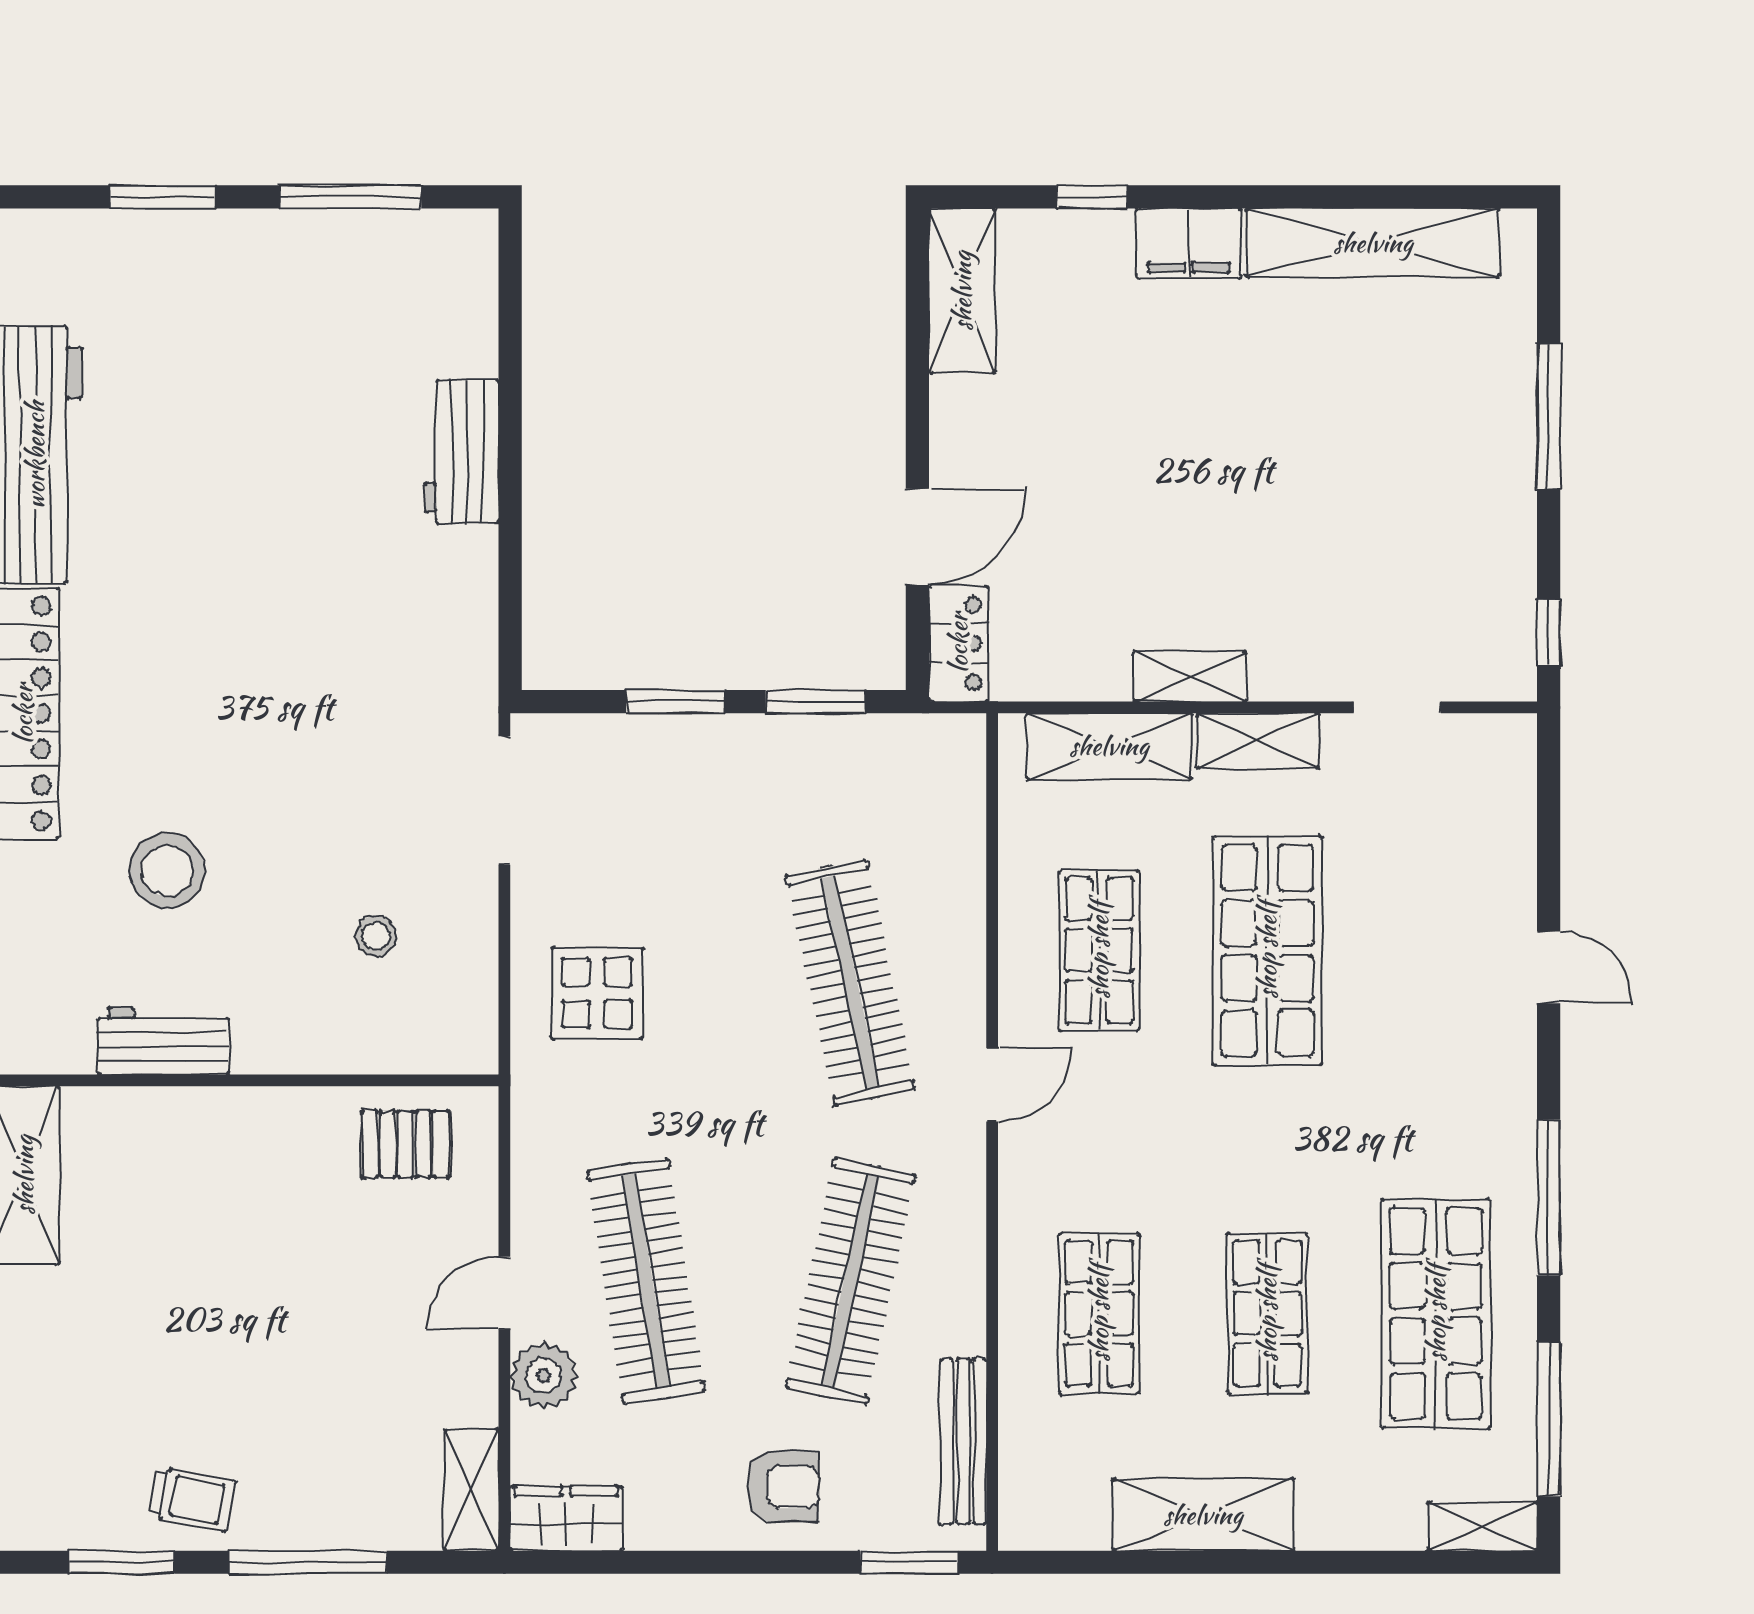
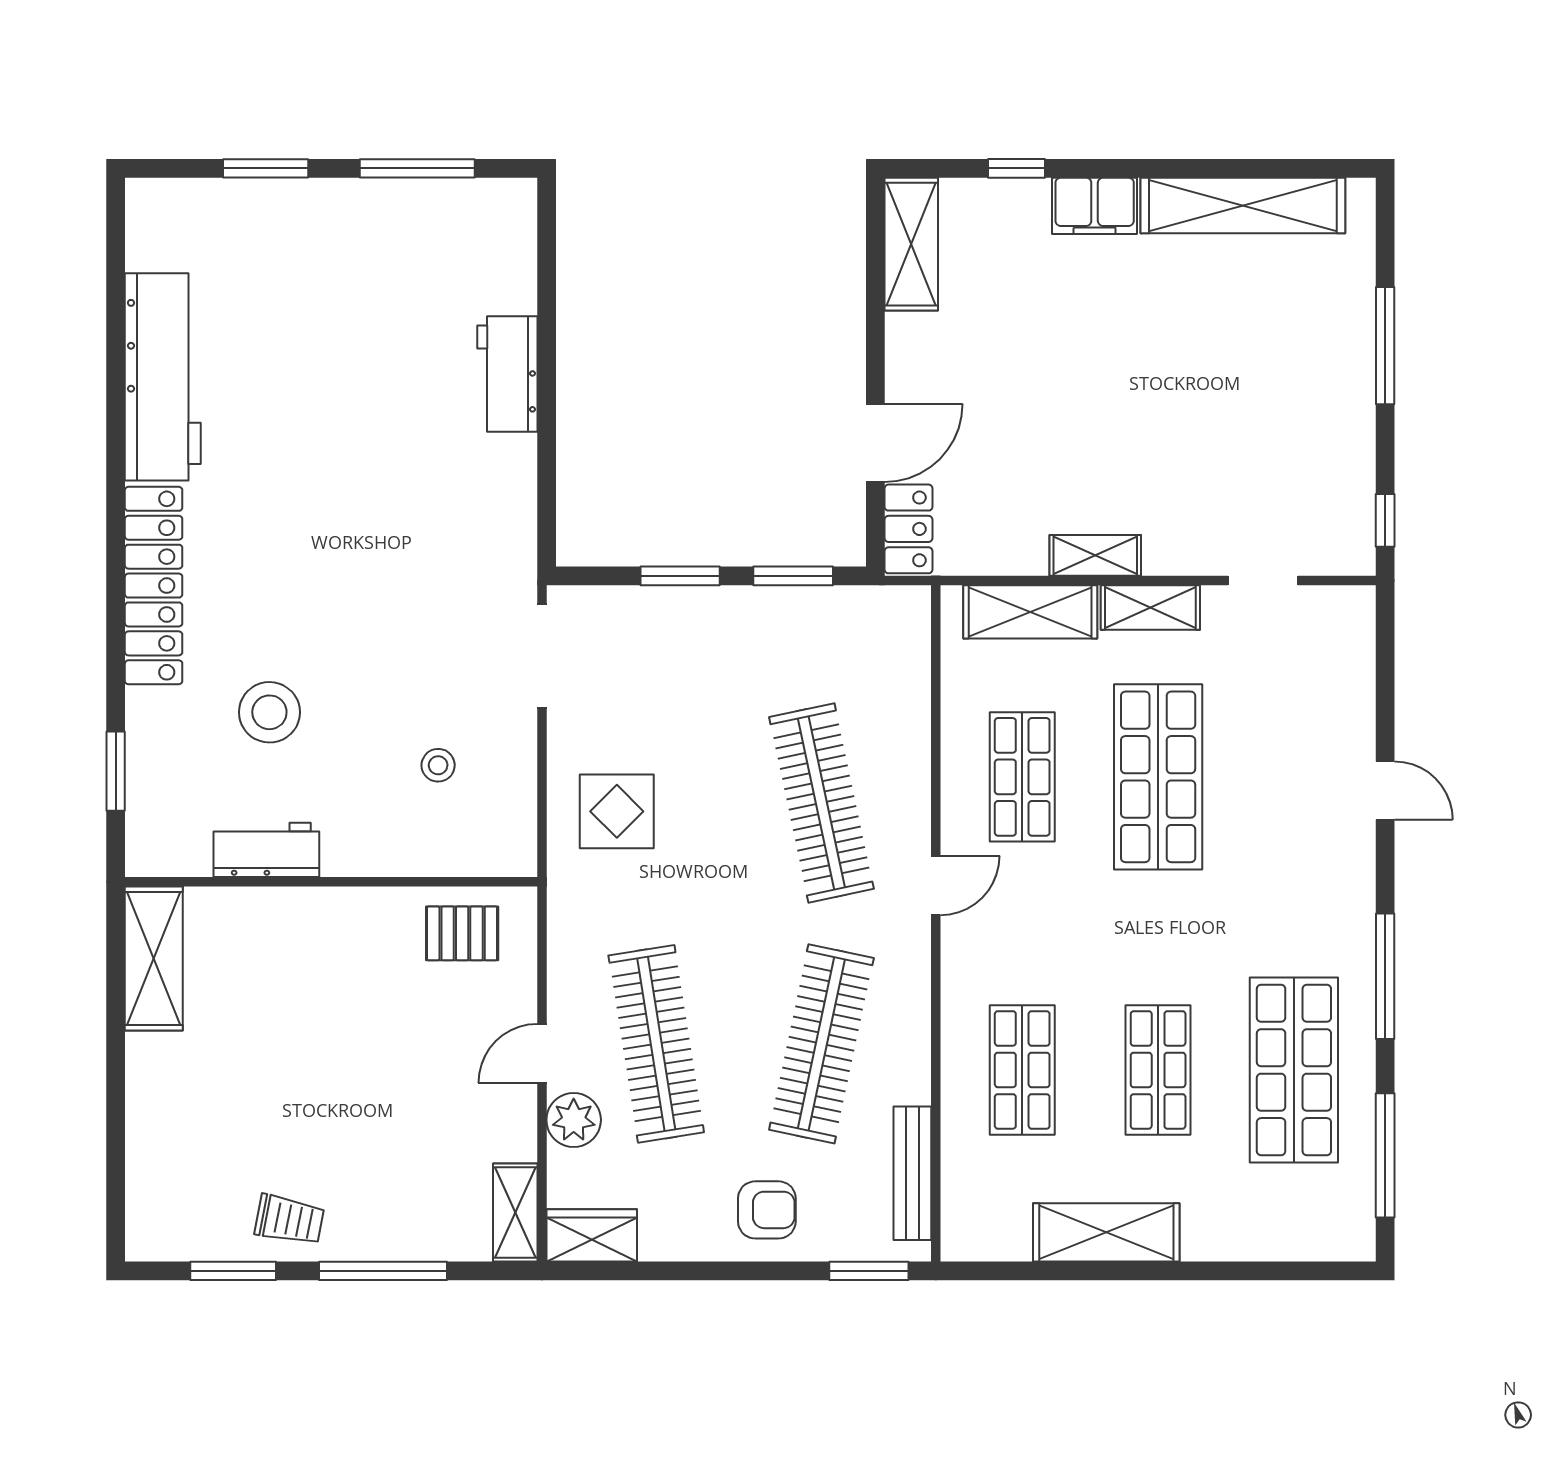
shelving: (1483, 1526) -> (1332, 1242), removed

